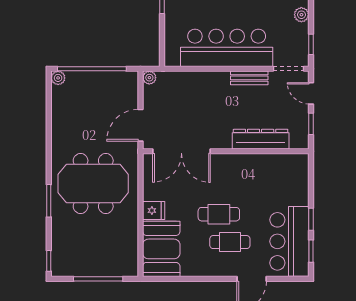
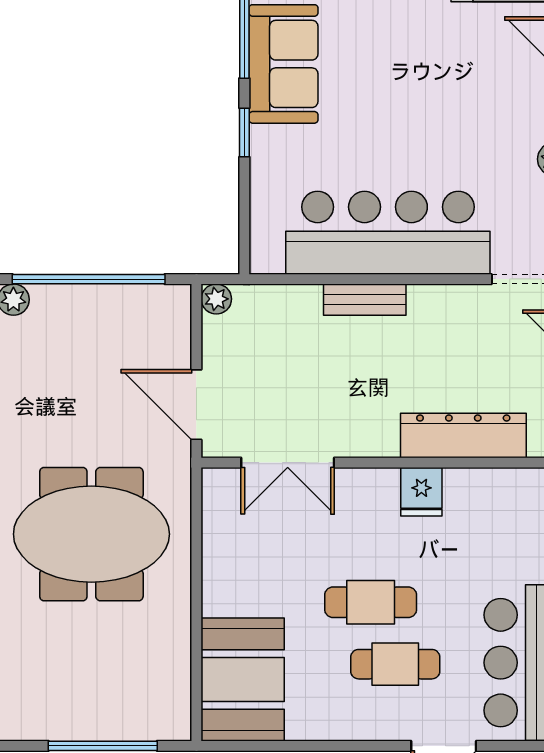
bench: (249, 78) -> (365, 300), moved
door: (140, 125) -> (196, 405), hinge flipped
double door: (181, 151) -> (288, 463), width x0.73
fridge: (154, 210) -> (421, 492), moved, turned 90

